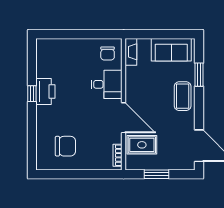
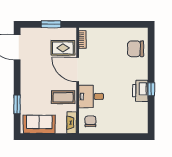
coffee table: (183, 96) -> (63, 97), moved, turned 90
chair: (65, 146) -> (136, 49), moved

